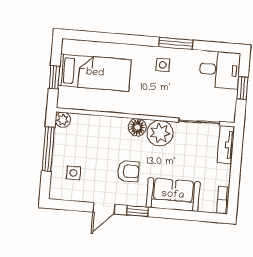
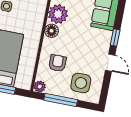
armchair: (128, 171) -> (57, 63), moved
side table: (73, 173) -> (81, 83), width x1.87, depth x1.87

